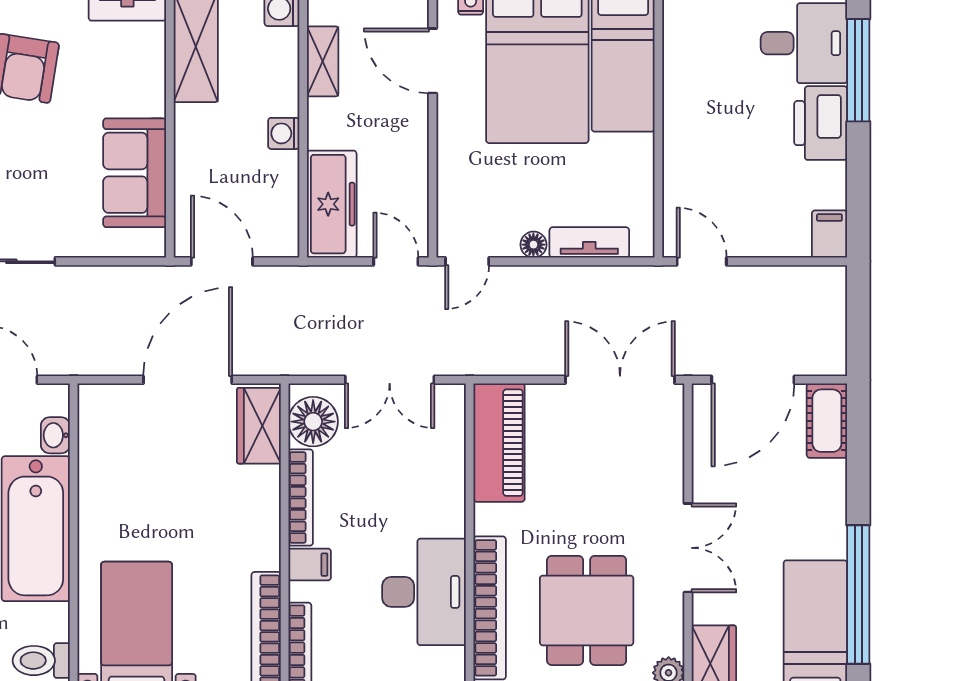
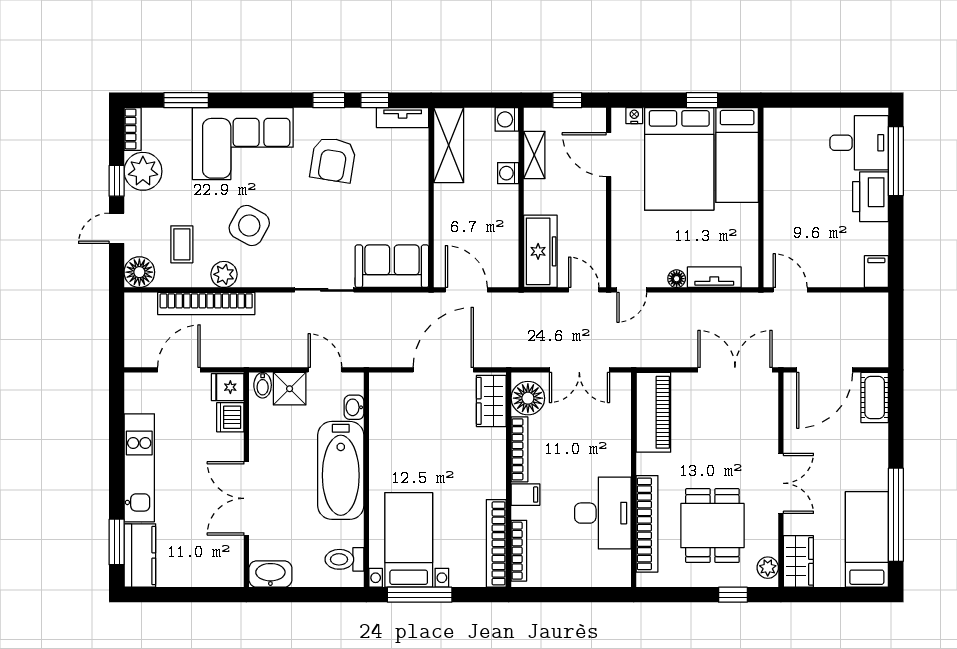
washing machine: (284, 133) -> (508, 173), moved
sofa: (135, 173) -> (392, 266), moved, turned 90

